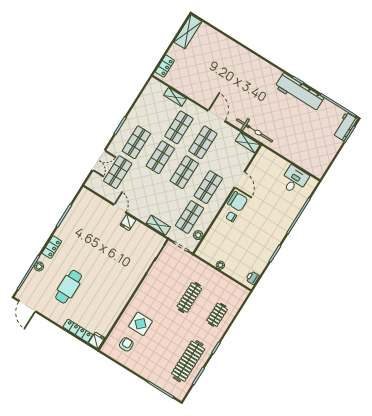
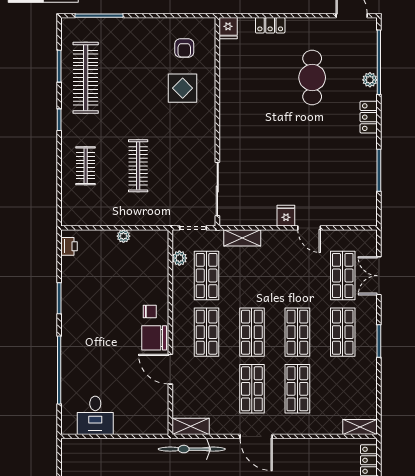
shelving: (175, 97) -> (360, 427), moved
locker: (78, 331) -> (270, 25), width x0.66

